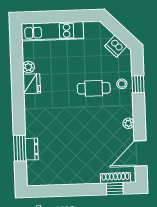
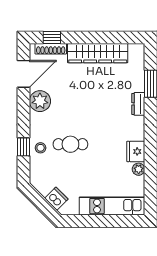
dishwasher: (116, 46) -> (56, 199), moved
plant: (128, 123) -> (40, 101), width x1.88, depth x1.88
dresser: (32, 149) -> (138, 104), moved
wardrobe: (71, 175) -> (98, 53), added

